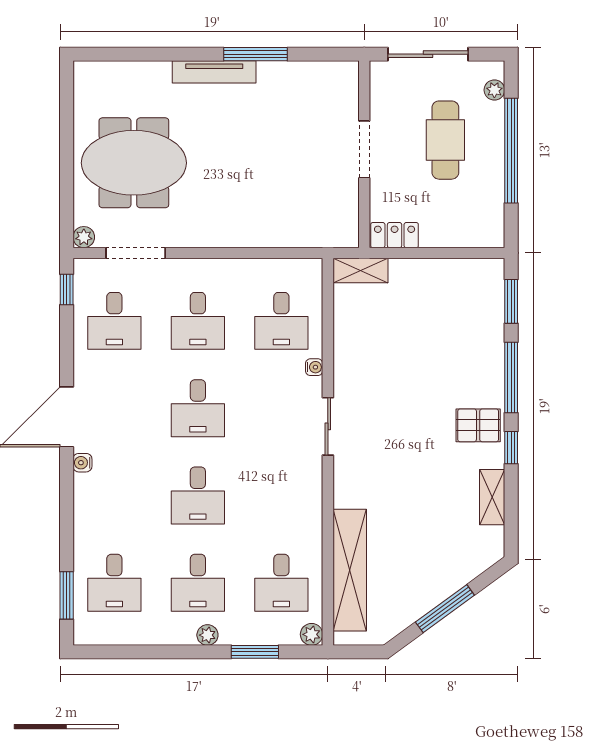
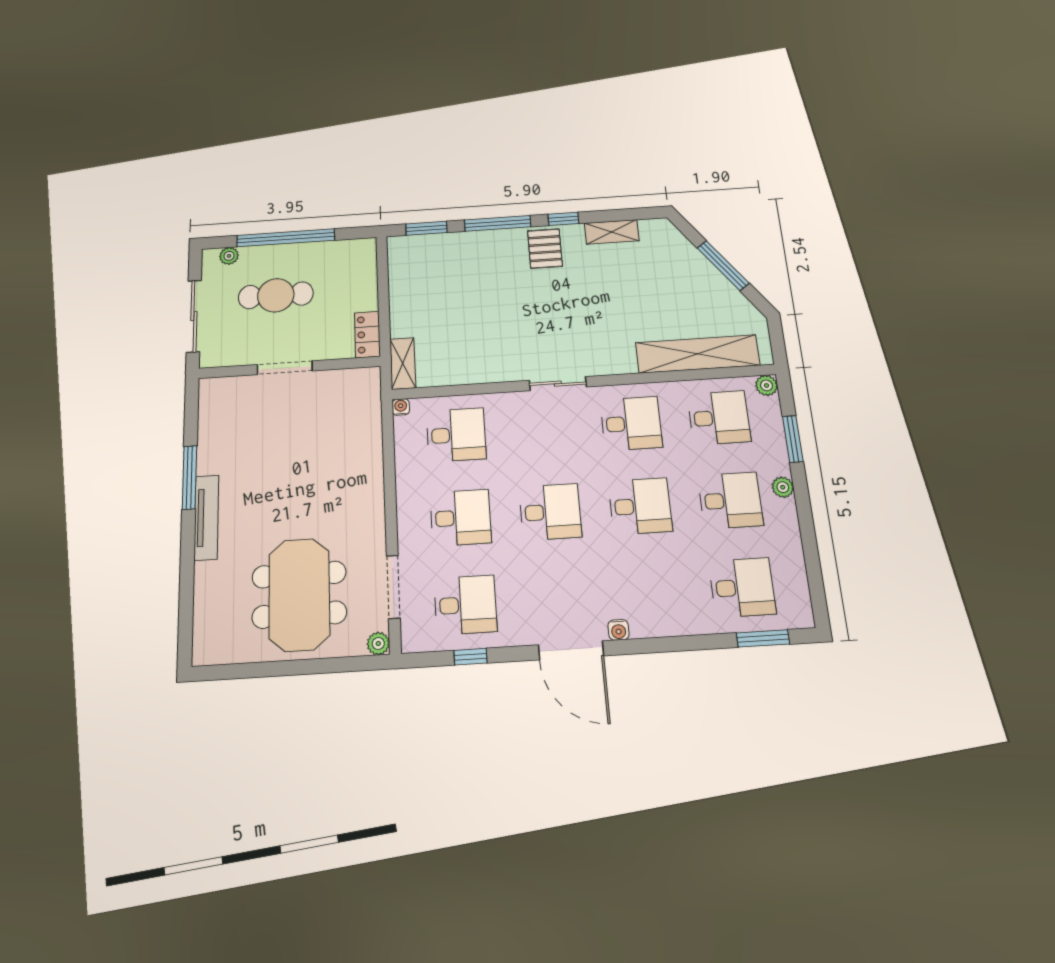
window: (67, 290) -> (470, 657), moved
water cooler: (314, 367) -> (401, 407), moved
desk: (281, 495) -> (631, 423), added

